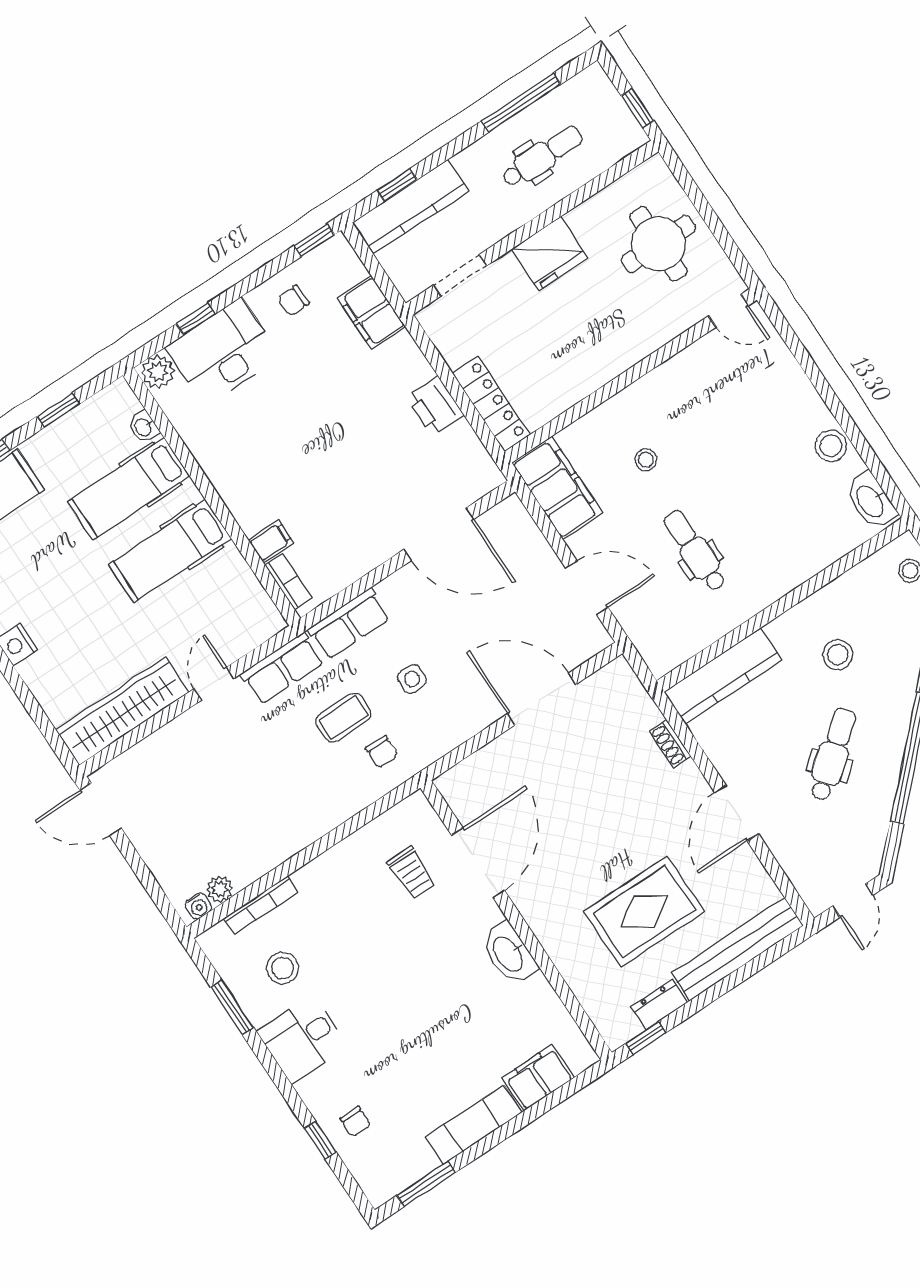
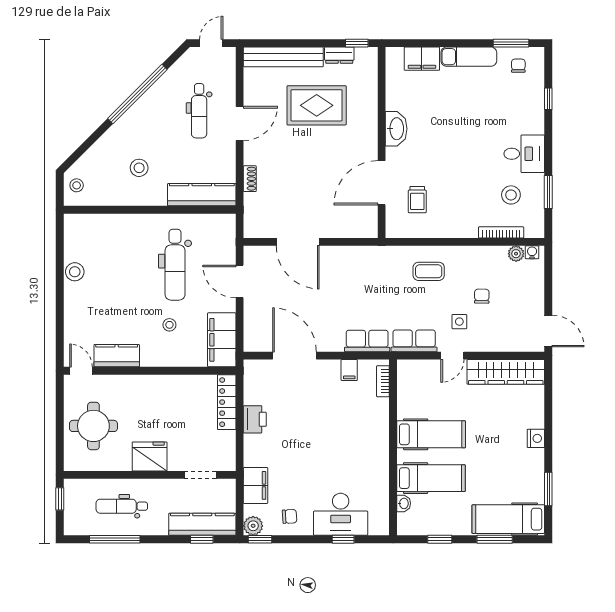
kitchen counter: (692, 366) -> (117, 356), added
plant: (158, 372) -> (253, 526), moved
washbasin: (871, 501) -> (73, 232), removed
filing cabinet: (271, 542) -> (349, 370), moved, turned -90
dental chair: (695, 551) -> (175, 265), width x1.36, depth x1.38
side table: (412, 679) -> (459, 322), moved
coffee table: (343, 718) -> (429, 271), moved
chair: (382, 752) -> (482, 296), moved
dental chair: (833, 754) -> (199, 111), moved, turned -51
trolley: (412, 873) -> (417, 200), turned 180
chair: (355, 1122) -> (518, 66), moved

